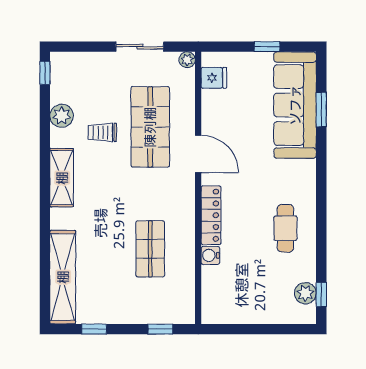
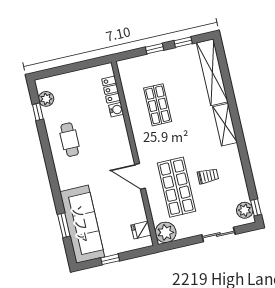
sliding door: (140, 47) -> (218, 235), moved
plant: (187, 60) -> (166, 232), width x1.88, depth x1.88
plant: (62, 116) -> (245, 210), moved
shelving: (62, 178) -> (225, 125), moved
locker: (211, 215) -> (111, 90), moved, width x0.66
window: (321, 295) -> (38, 112), moved
window: (160, 329) -> (155, 49), moved

